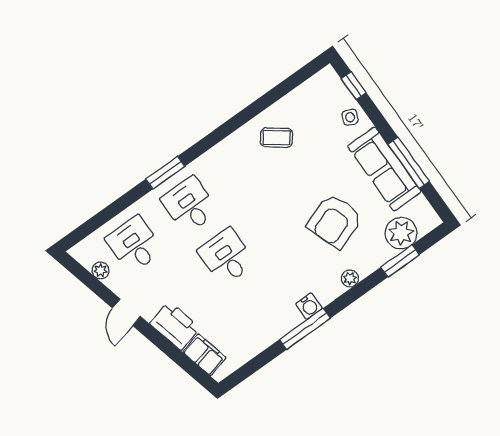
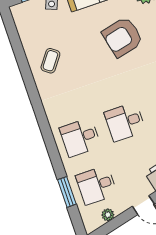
window: (165, 173) -> (67, 192), moved
armchair: (335, 221) -> (122, 37), turned 97

